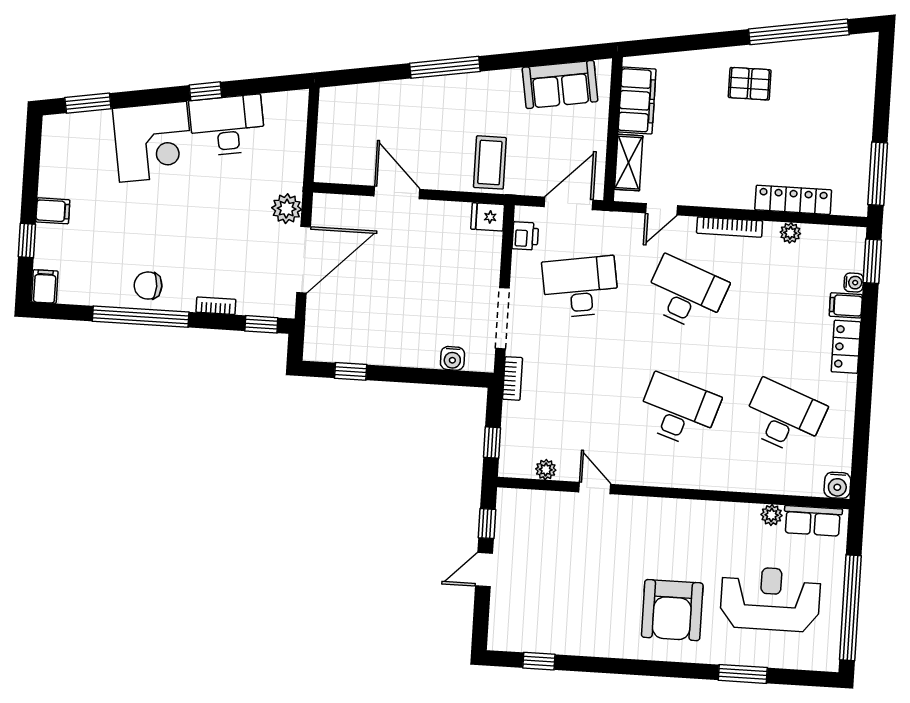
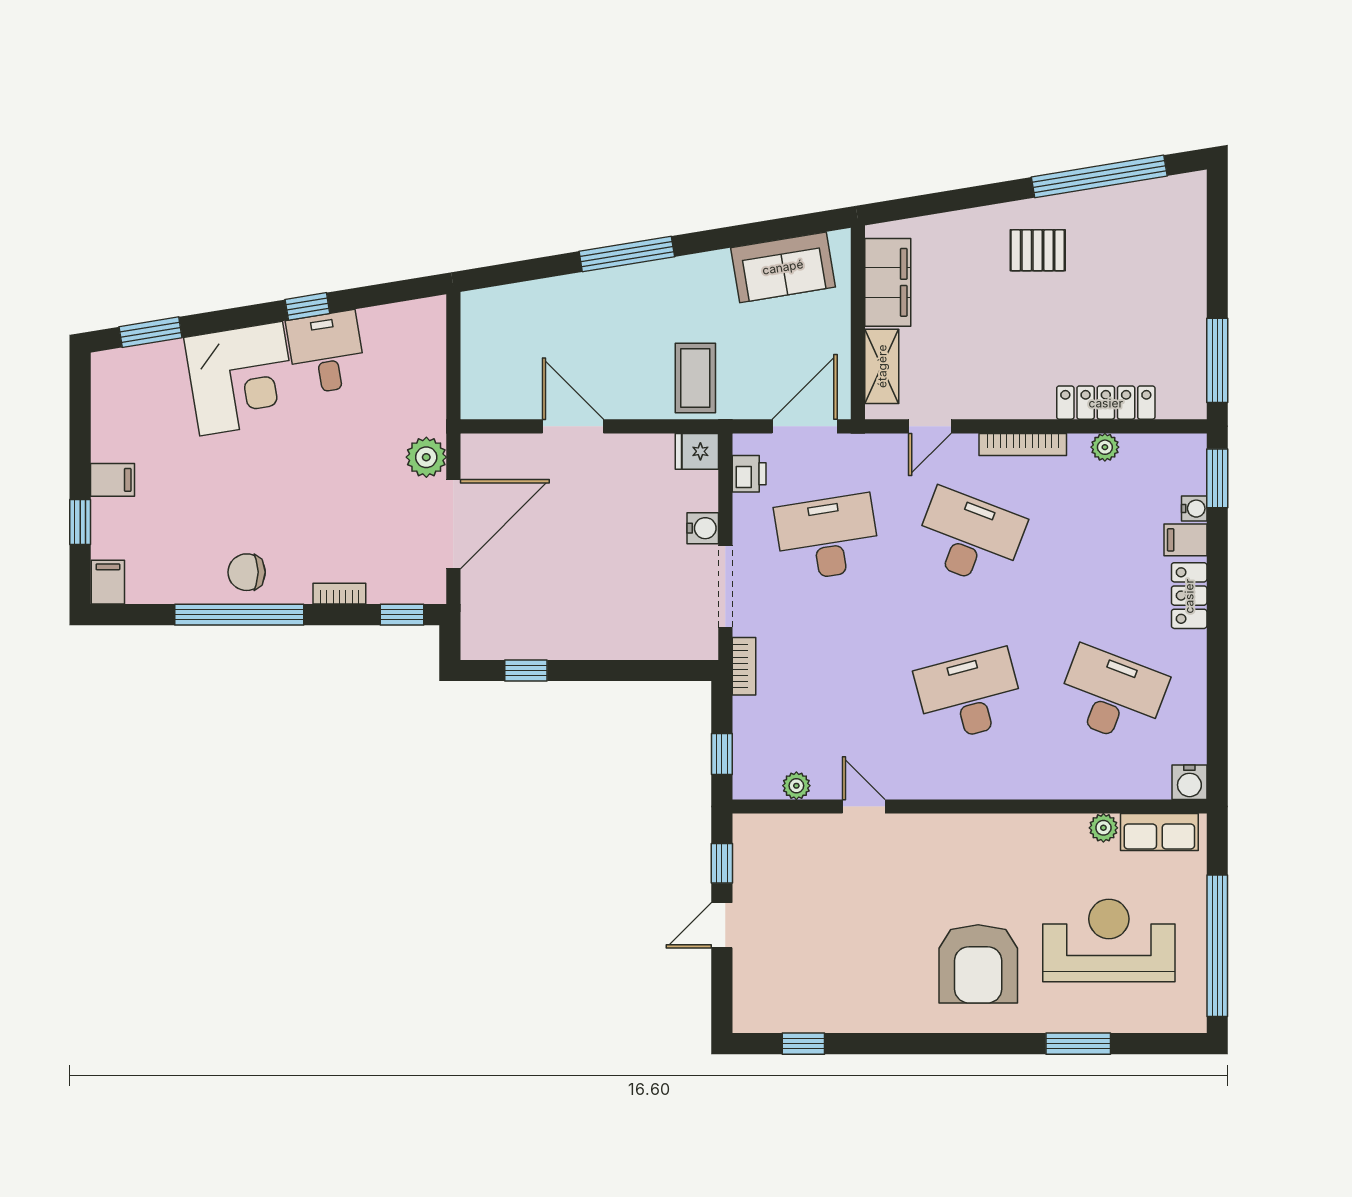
desk: (227, 125) -> (326, 353), width x0.73
water cooler: (452, 358) -> (703, 528), moved, turned -90
desk: (678, 411) -> (970, 695), turned -33

